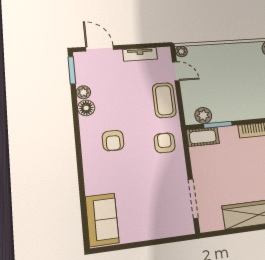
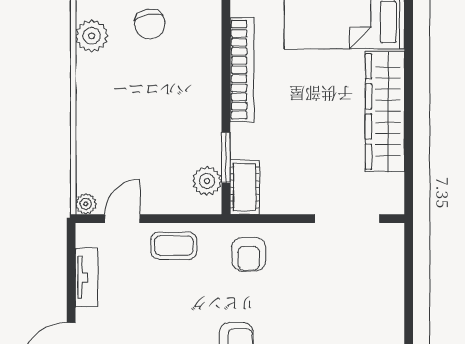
coffee table: (164, 100) -> (174, 246), width x0.73, depth x0.77
armchair: (165, 143) -> (249, 254), turned -90

